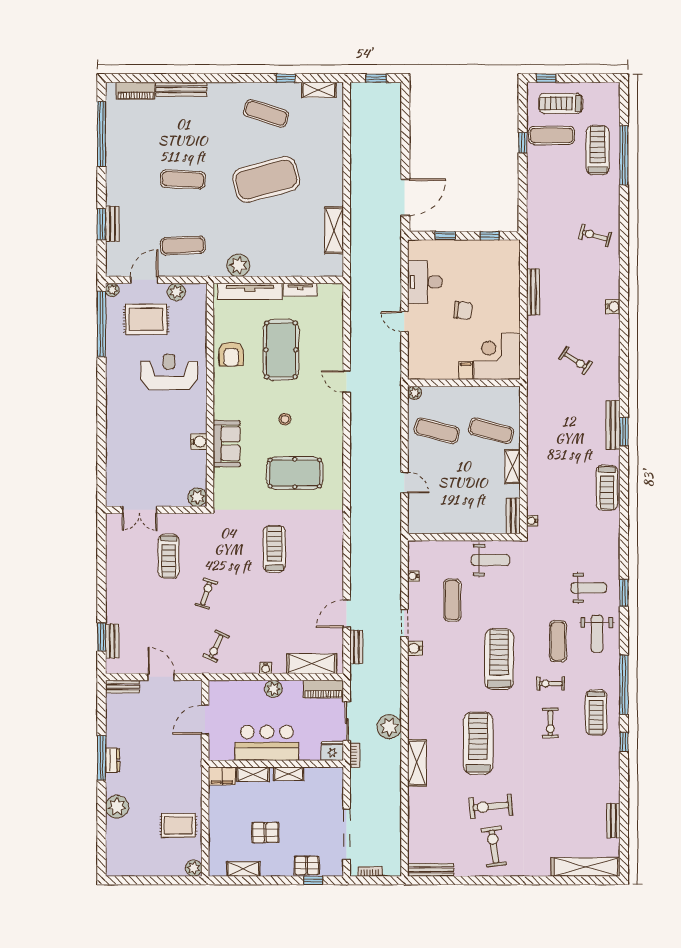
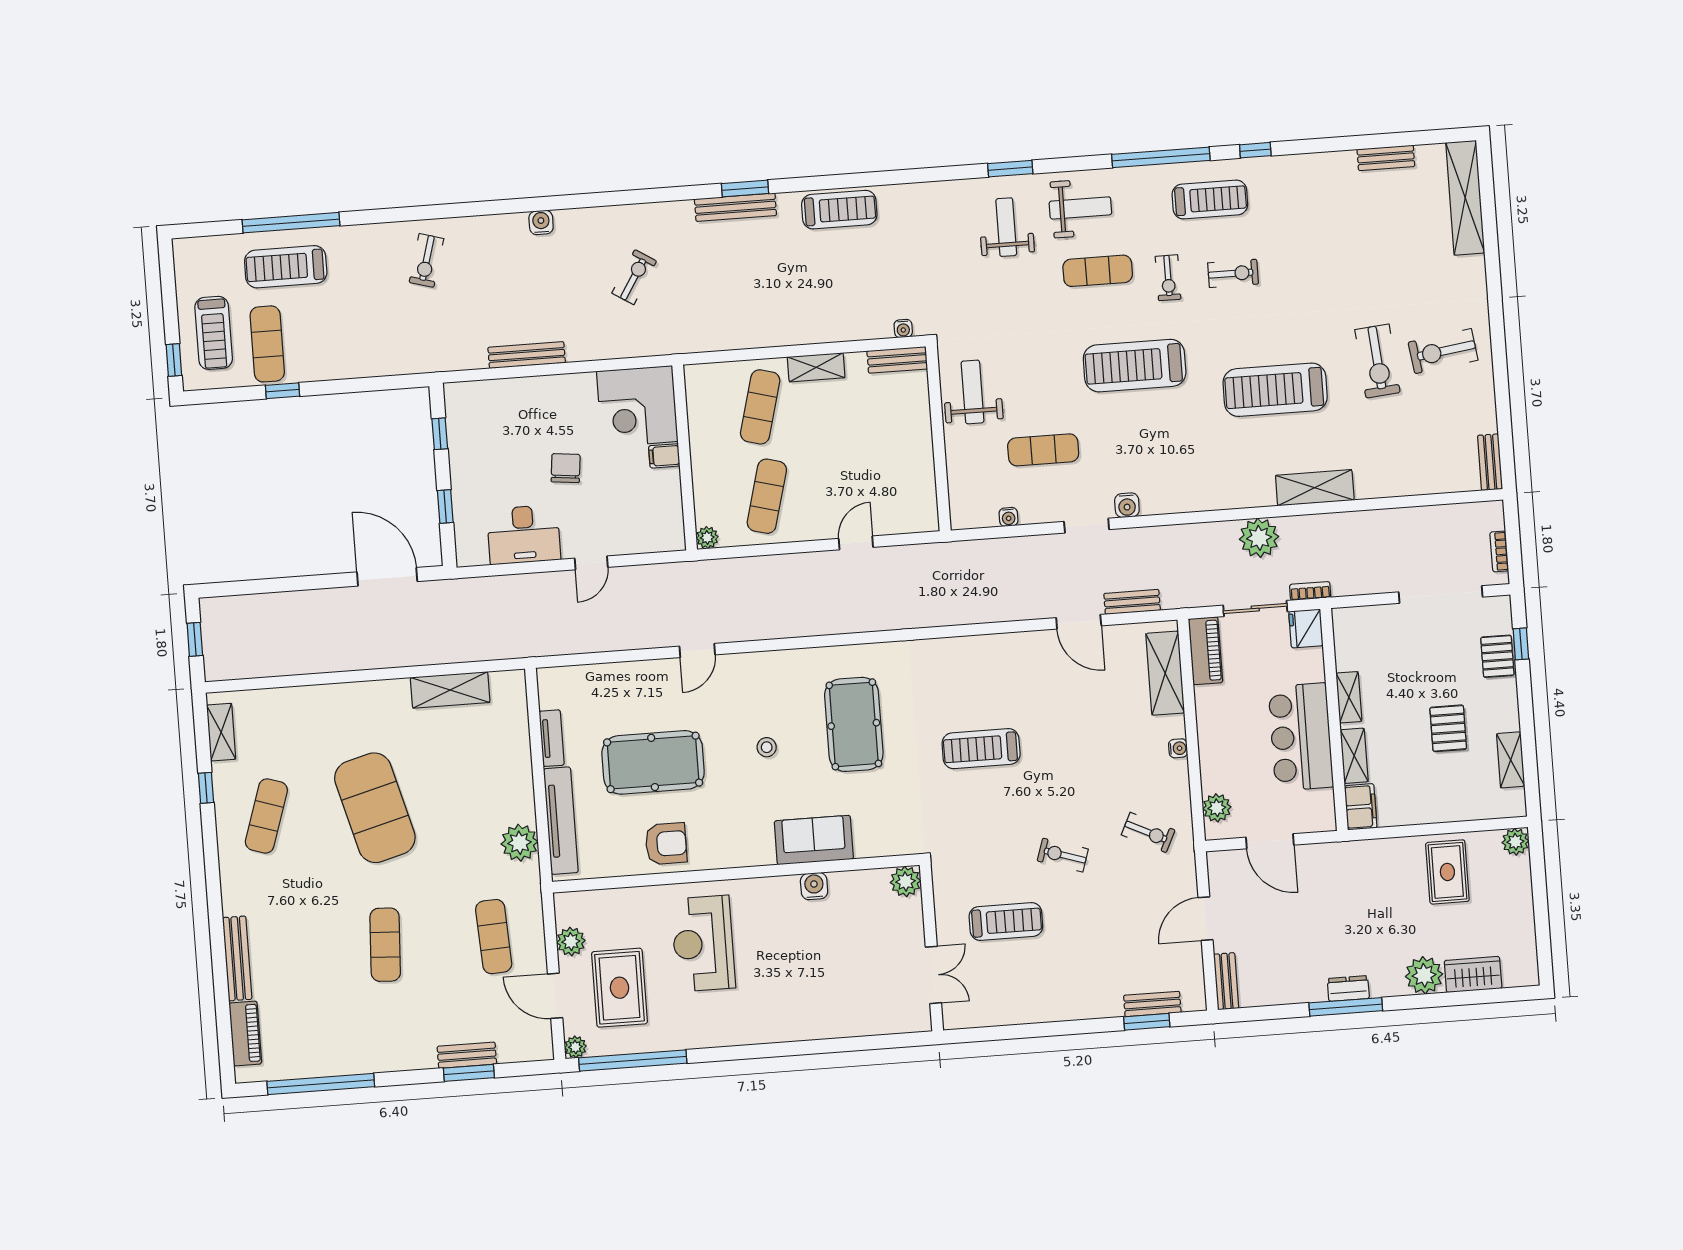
plant: (273, 689) -> (1217, 808), moved
wardrobe: (115, 836) -> (1473, 974), added
bench: (431, 870) -> (1490, 462), width x0.73

